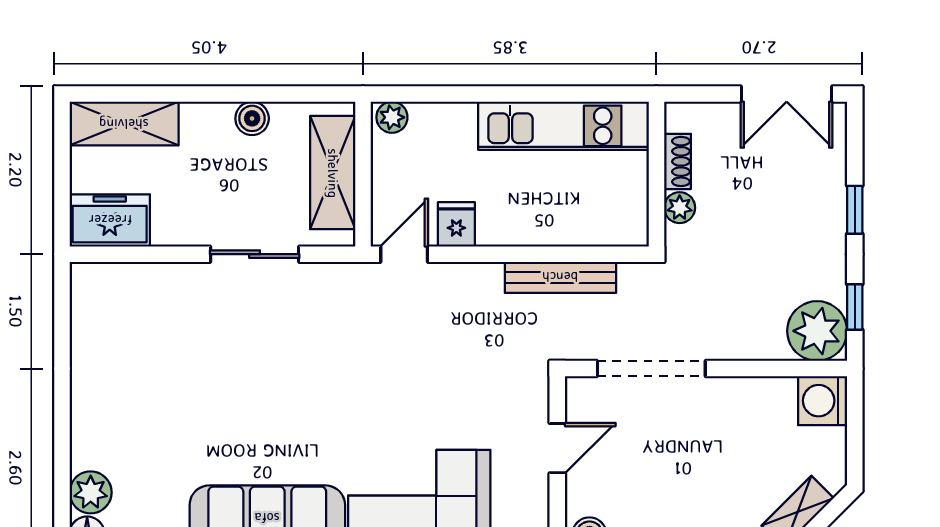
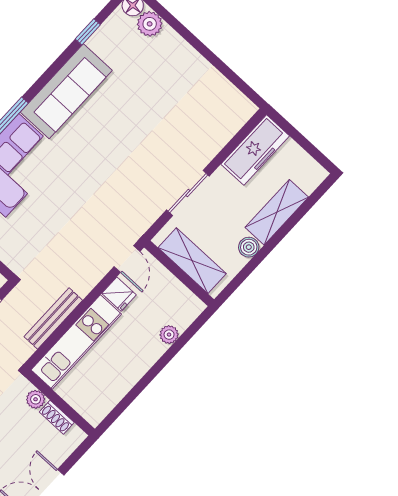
plant: (392, 117) -> (169, 335), moved
shelving: (124, 124) -> (277, 212), moved
kitchen unit: (563, 126) -> (76, 342), moved, turned 180
freezer: (110, 220) -> (255, 150), width x1.40

